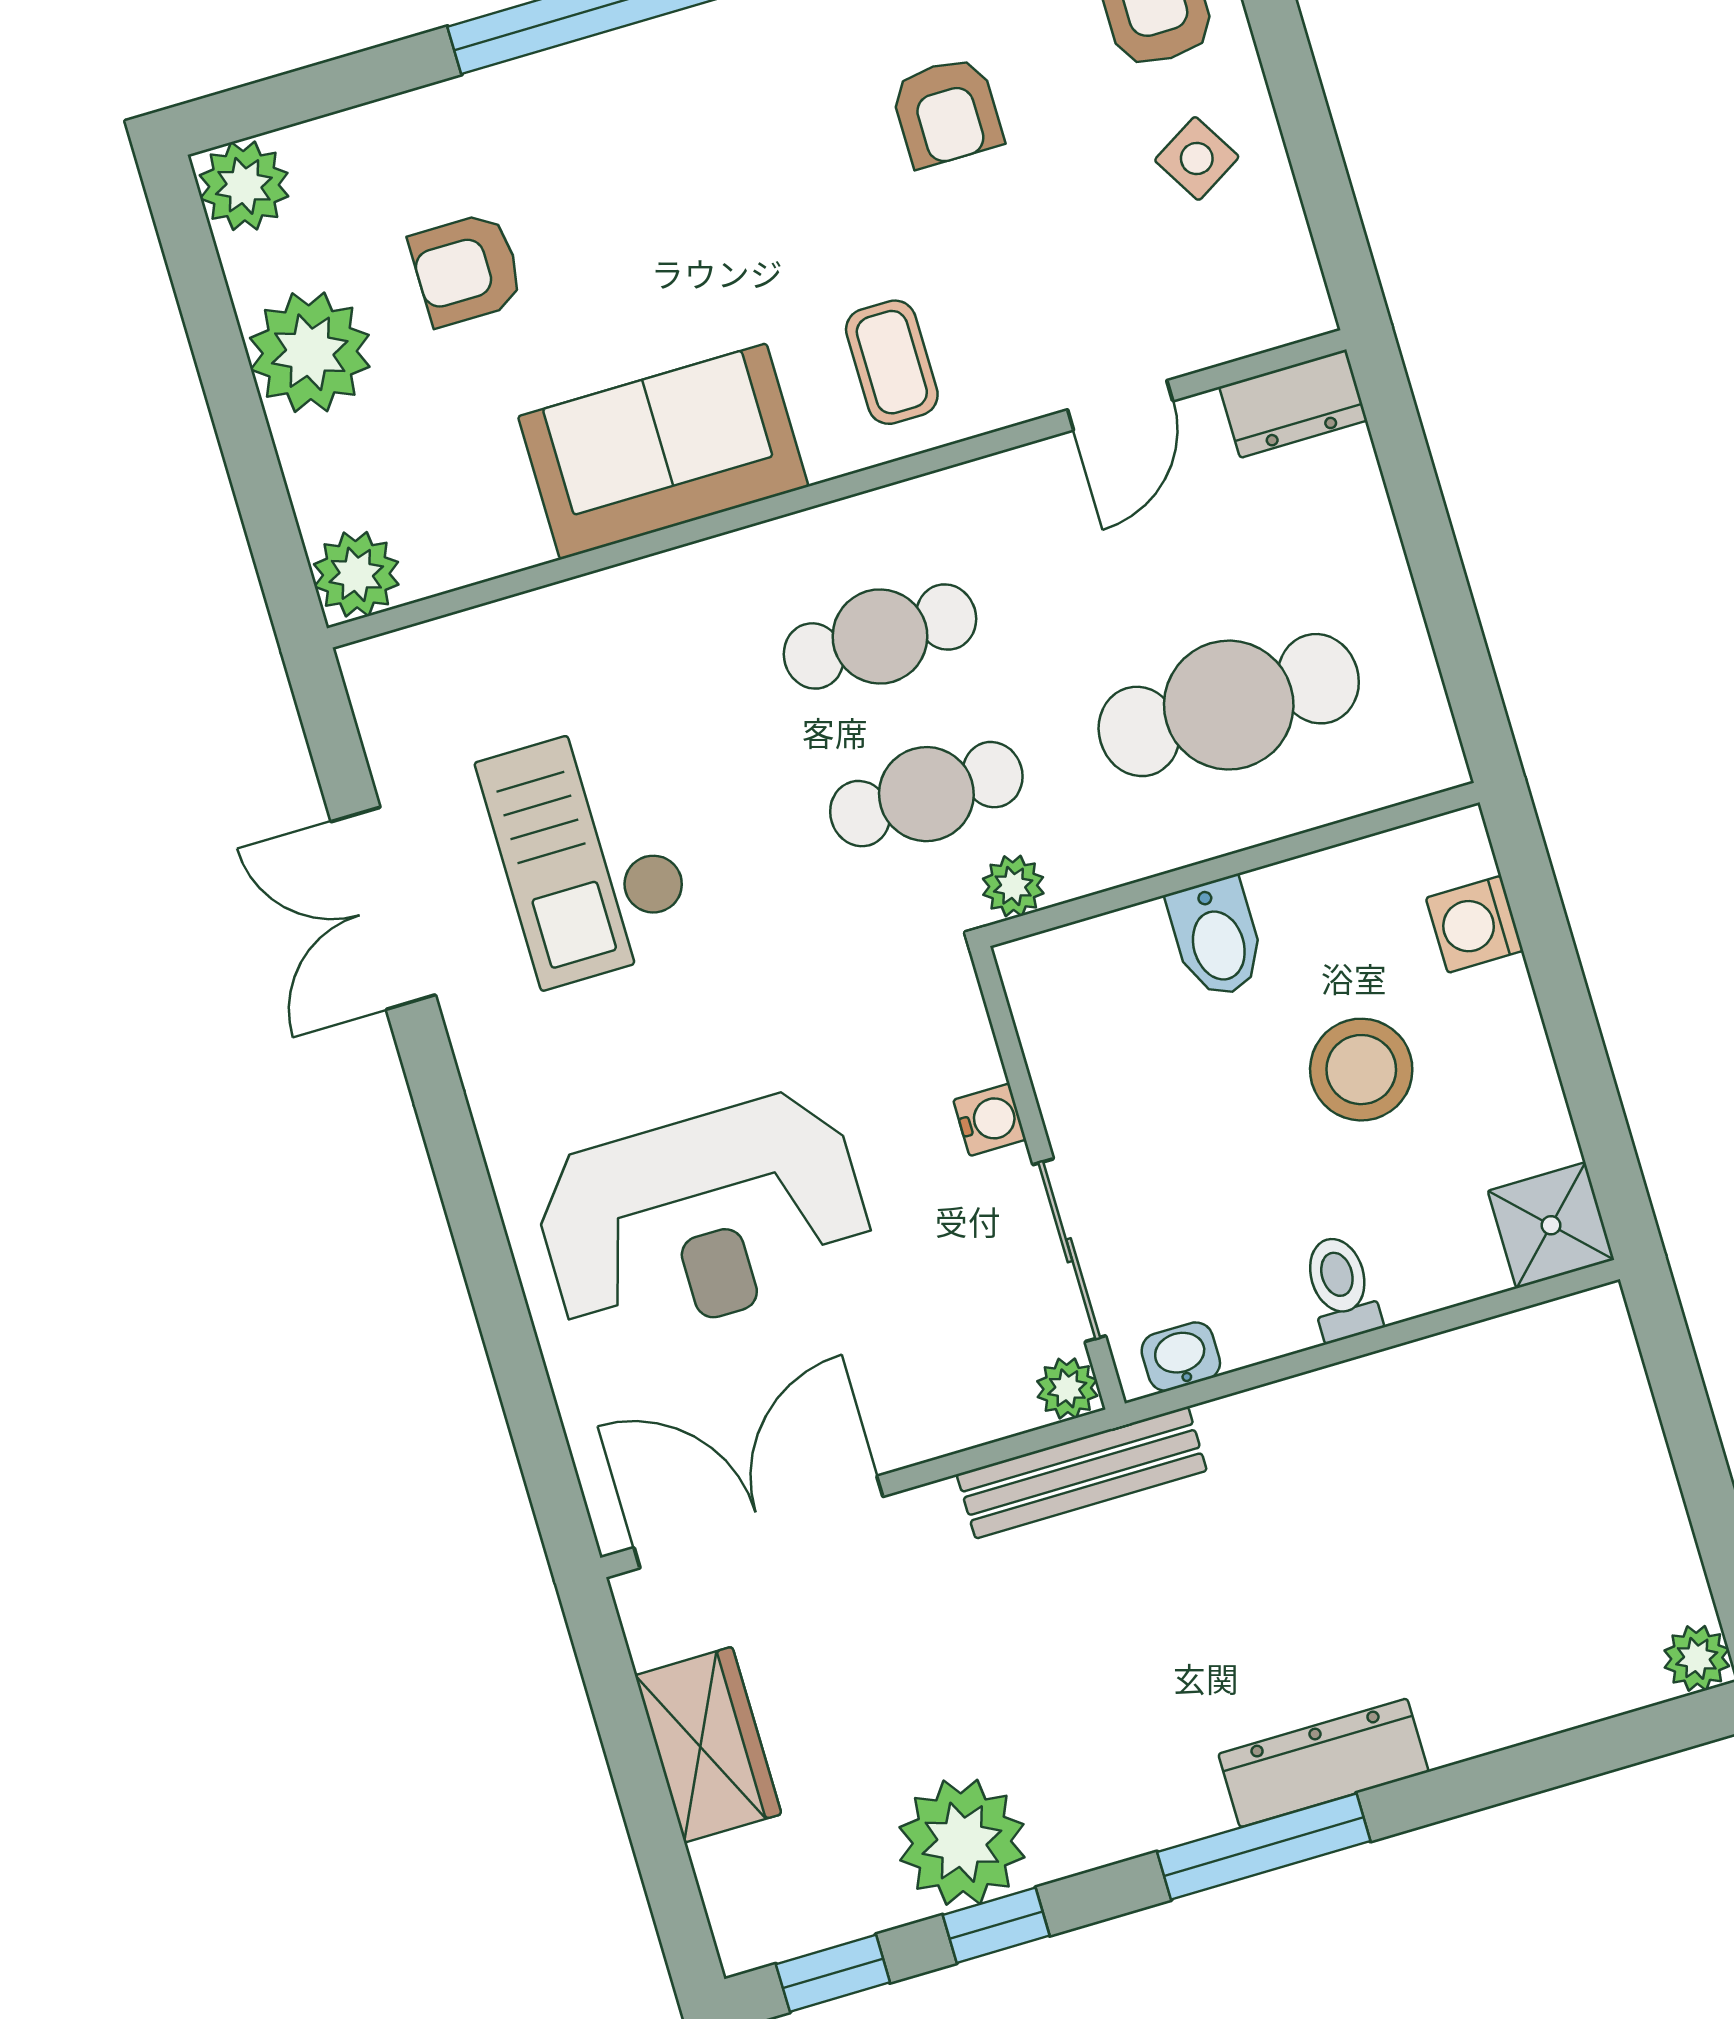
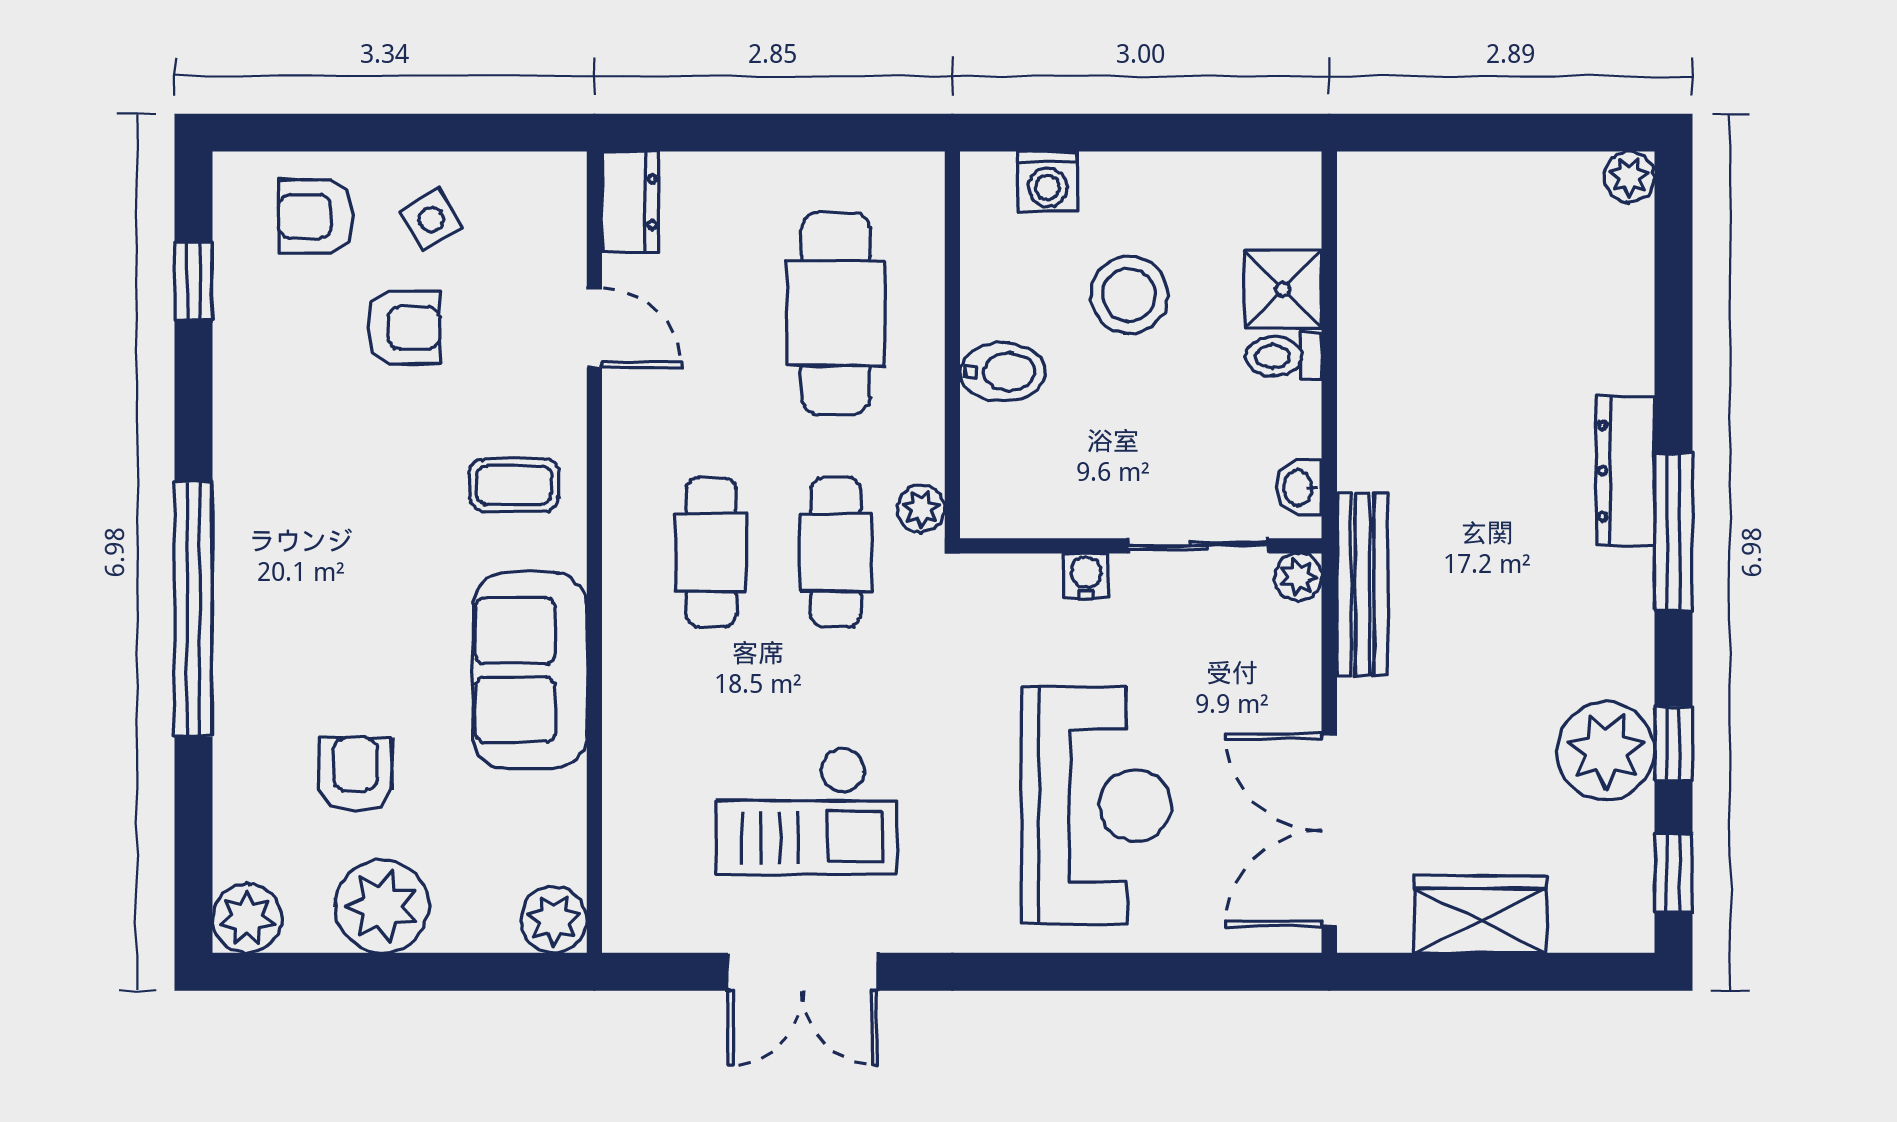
armchair: (947, 112) -> (404, 328), moved
armchair: (467, 269) -> (355, 774), turned 180
shower: (1551, 1225) -> (1283, 289), moved

